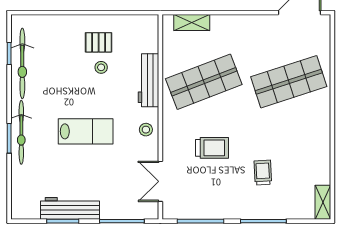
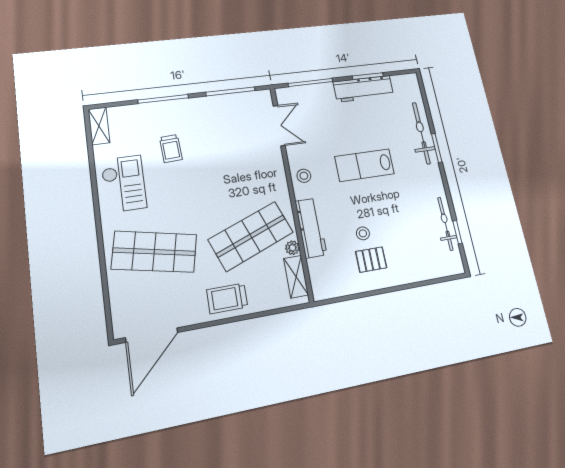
shelving: (192, 23) -> (296, 277), moved, turned 90
bicycle: (22, 63) -> (445, 224), width x0.73, depth x0.71
plant: (169, 65) -> (292, 248), added
shop shelf: (289, 82) -> (154, 252), turned 30
bicycle: (21, 132) -> (421, 133), moved
checkout: (307, 146) -> (124, 184), added
trolley: (212, 148) -> (227, 298), moved

